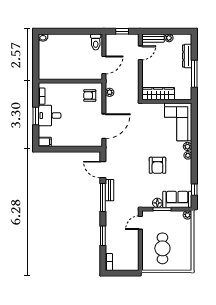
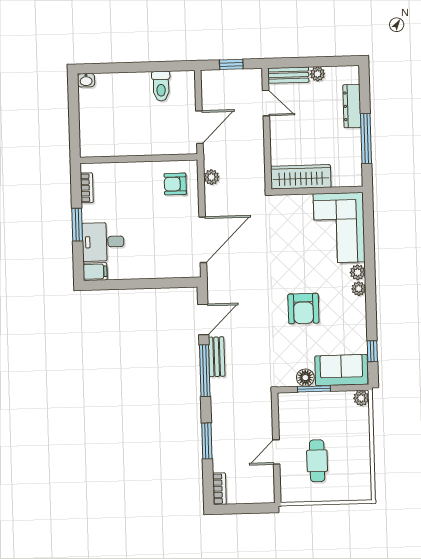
toilet: (96, 42) -> (161, 86), moved
door: (140, 53) -> (266, 103), hinge flipped
desk: (50, 116) -> (103, 242), moved
door: (103, 170) -> (203, 319), swing flipped
door: (140, 223) -> (276, 452), moved
cafe table: (162, 248) -> (317, 461), width x0.73, depth x0.74

